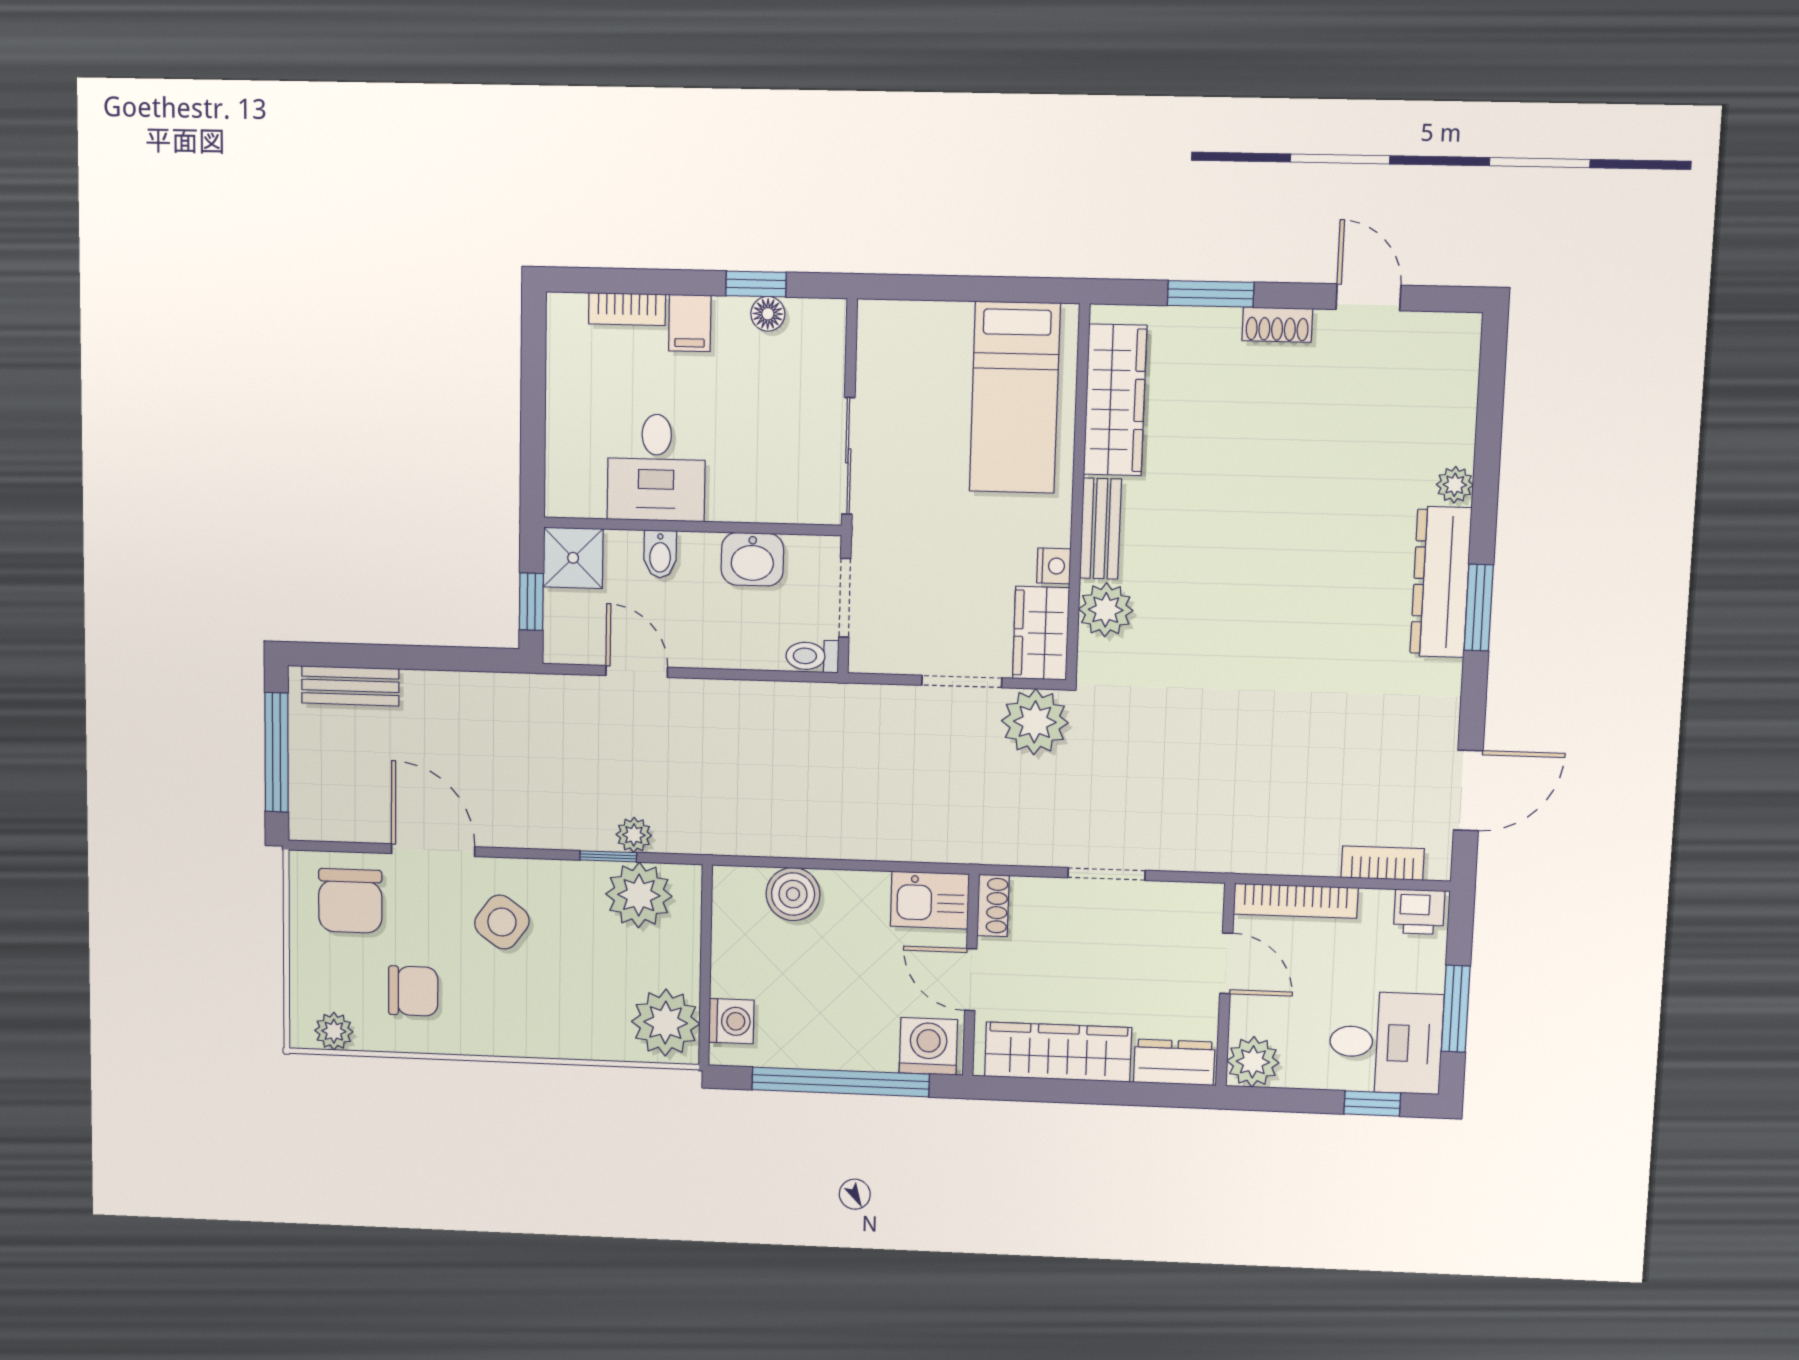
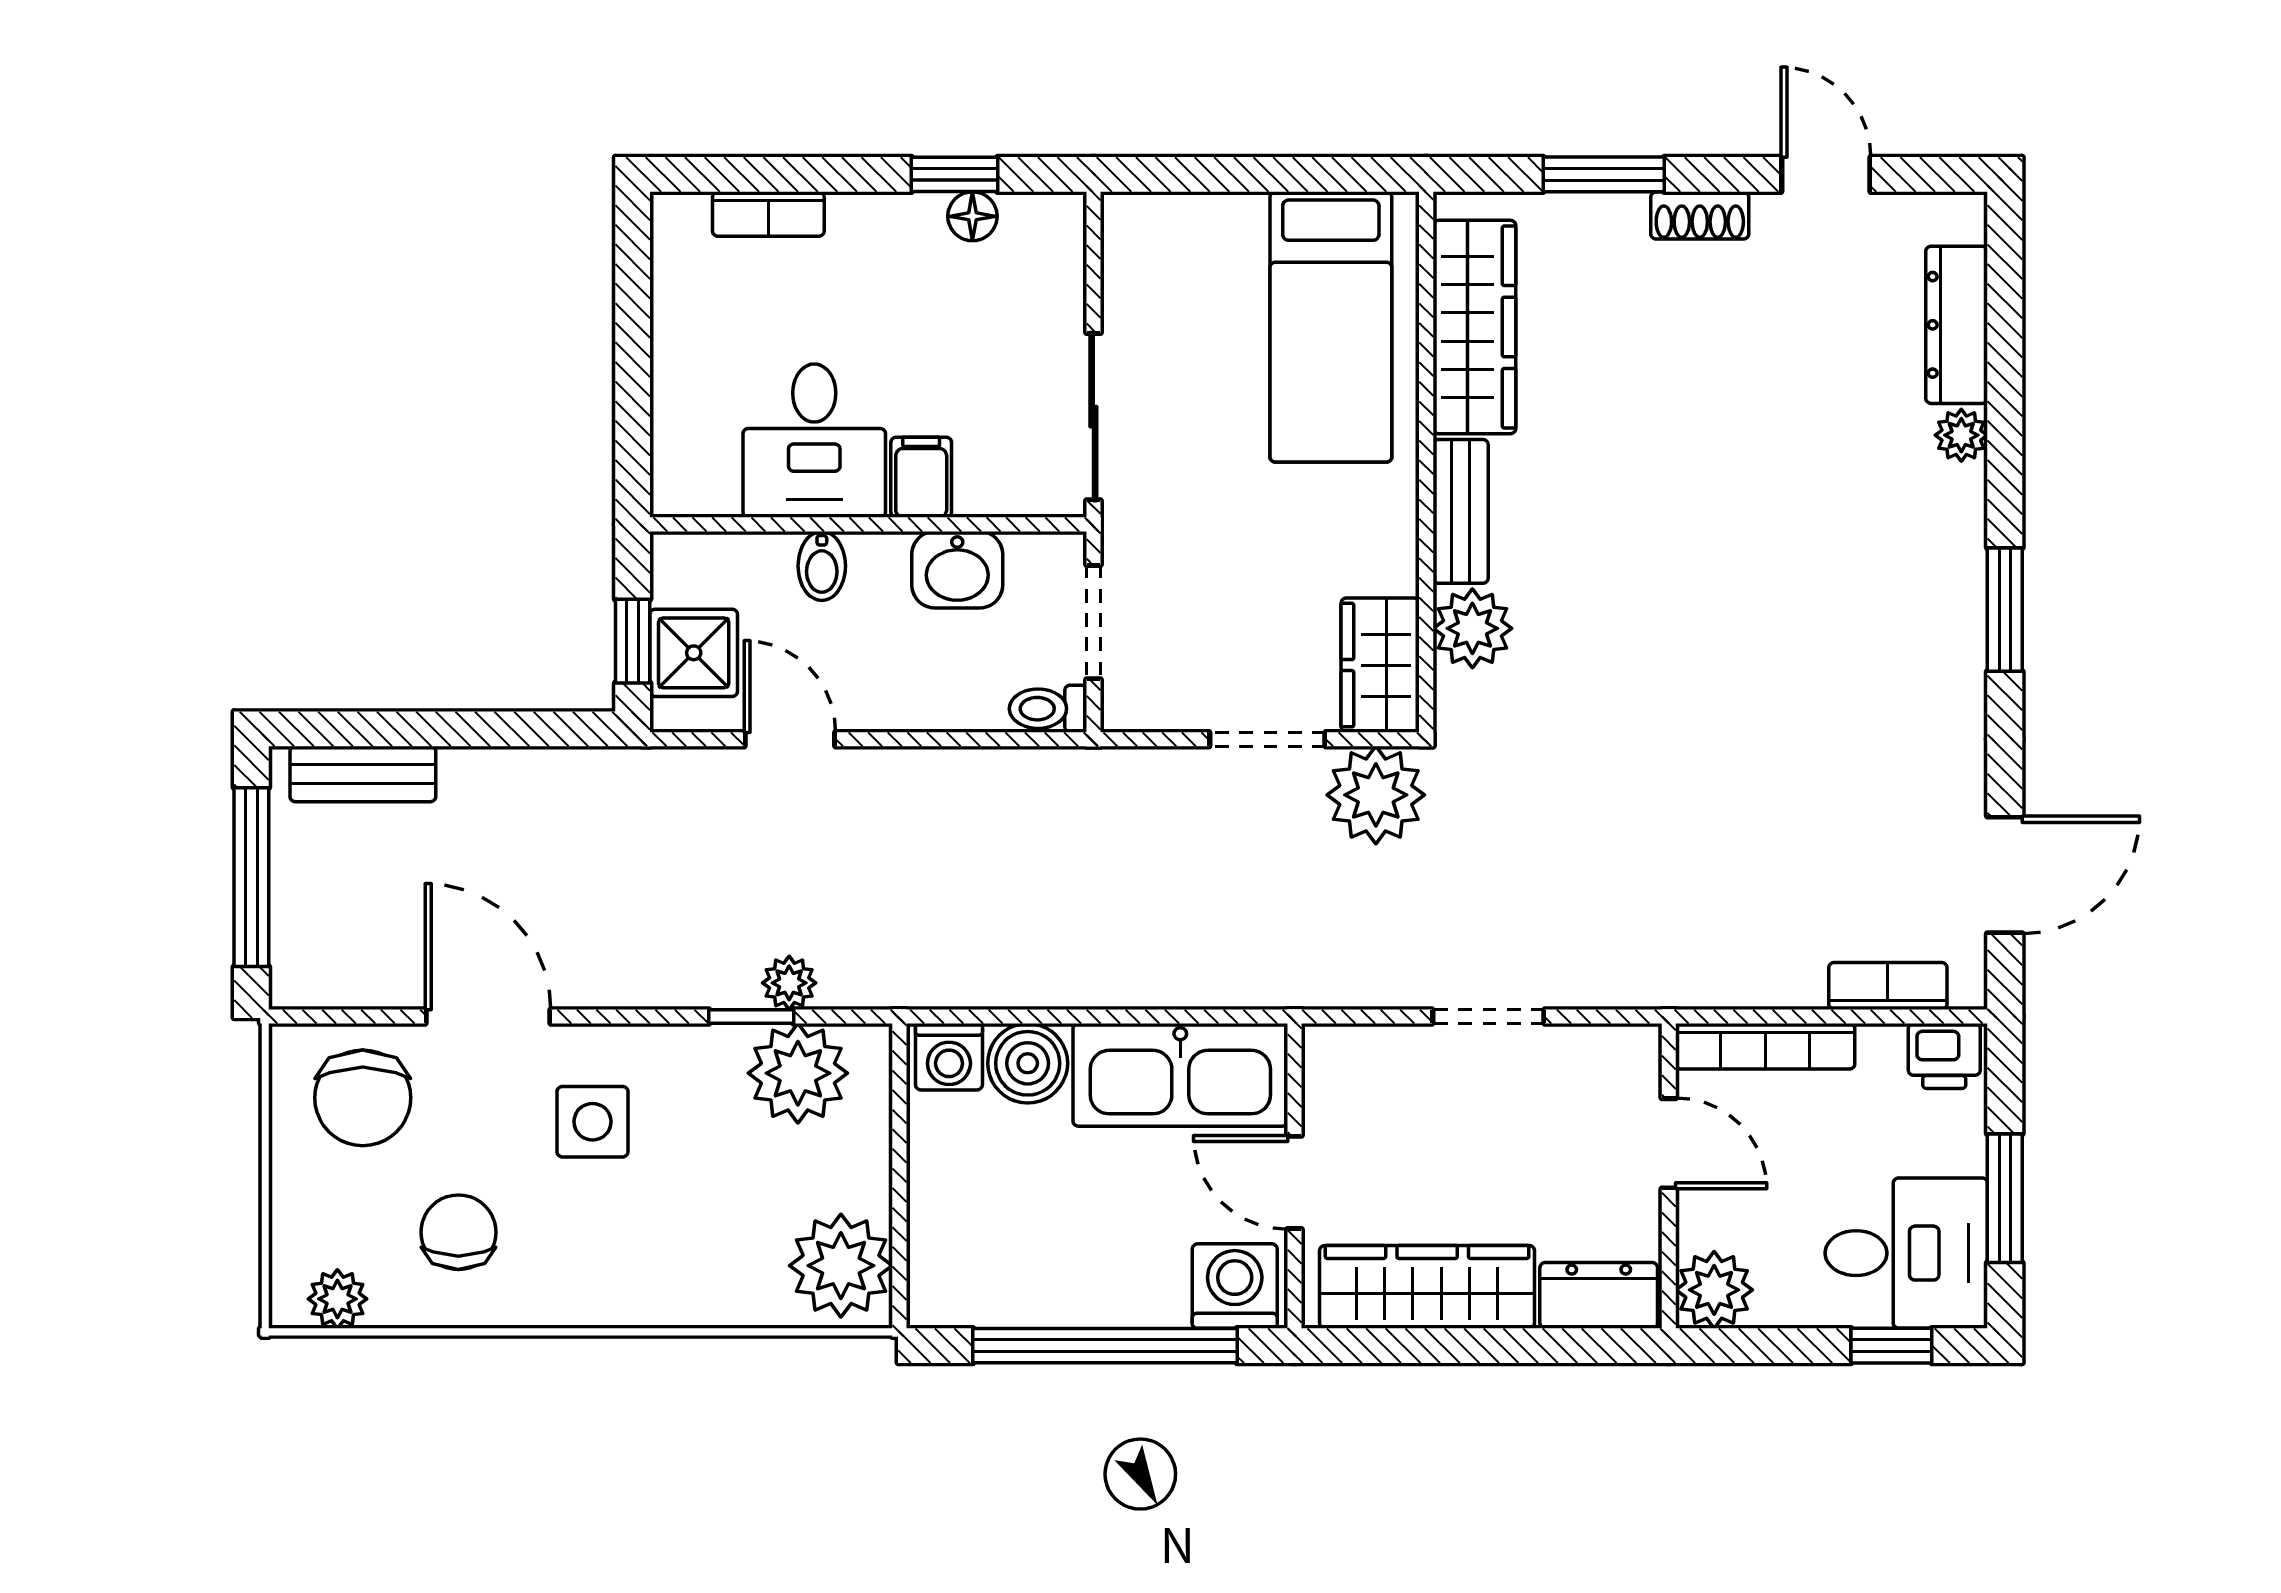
filing cabinet: (690, 323) -> (921, 477), moved, turned 180
shower: (573, 558) -> (694, 653), moved
nightstand: (1054, 566) -> (1395, 567), removed
dresser: (1441, 582) -> (1957, 325), moved, width x0.73, depth x0.80
kitchen sink: (930, 900) -> (1180, 1075), width x1.87, depth x1.24
shoe rack: (993, 905) -> (1324, 1069), removed
side table: (502, 922) -> (592, 1122), turned -36
chair: (413, 991) -> (458, 1232), turned -90
washing machine: (731, 1021) -> (949, 1057), moved, turned 90

